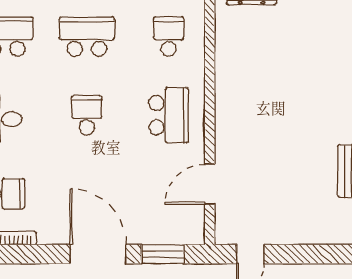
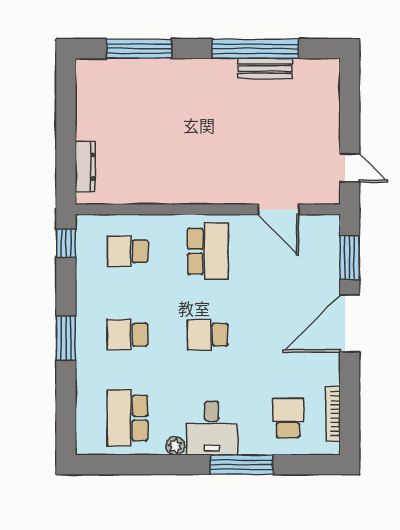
school desk: (87, 37) -> (128, 335), width x0.54
school desk: (169, 115) -> (208, 251), turned 90

